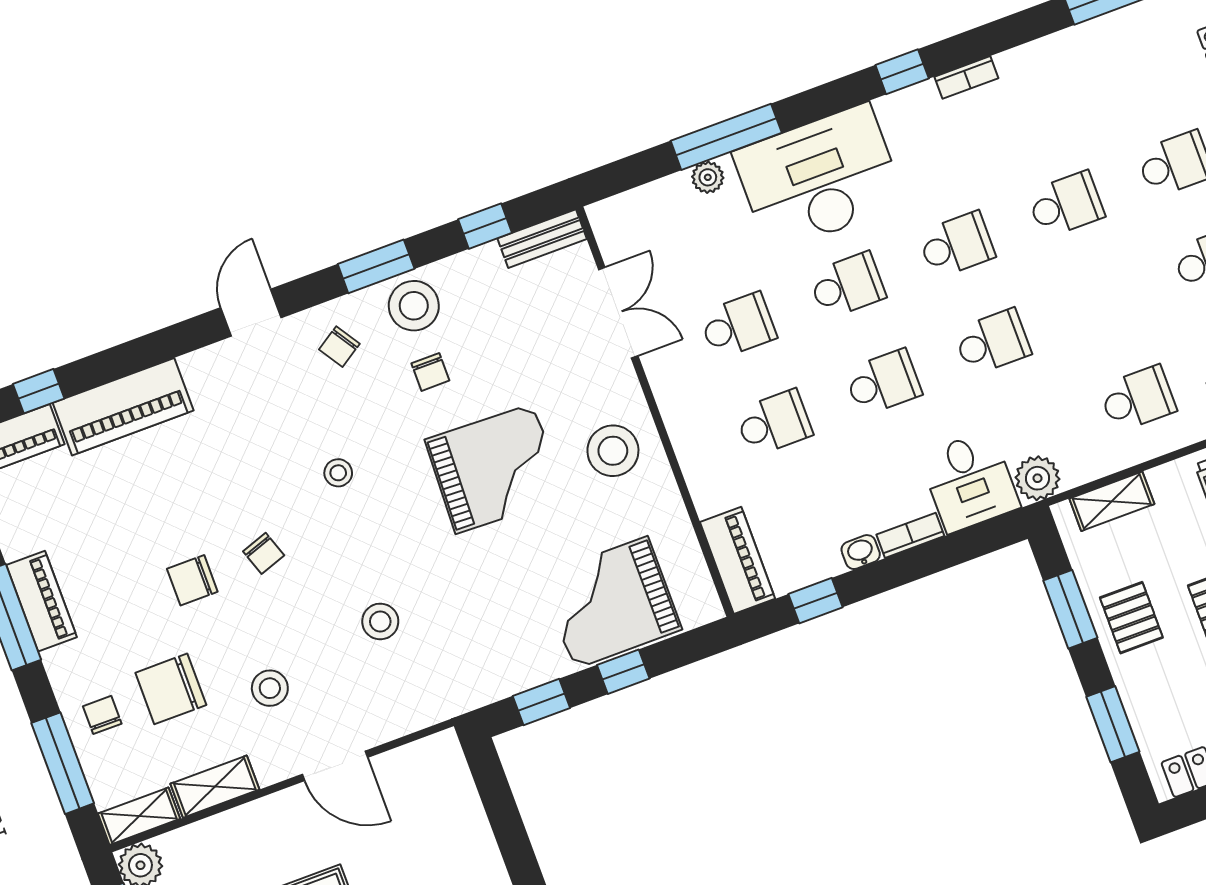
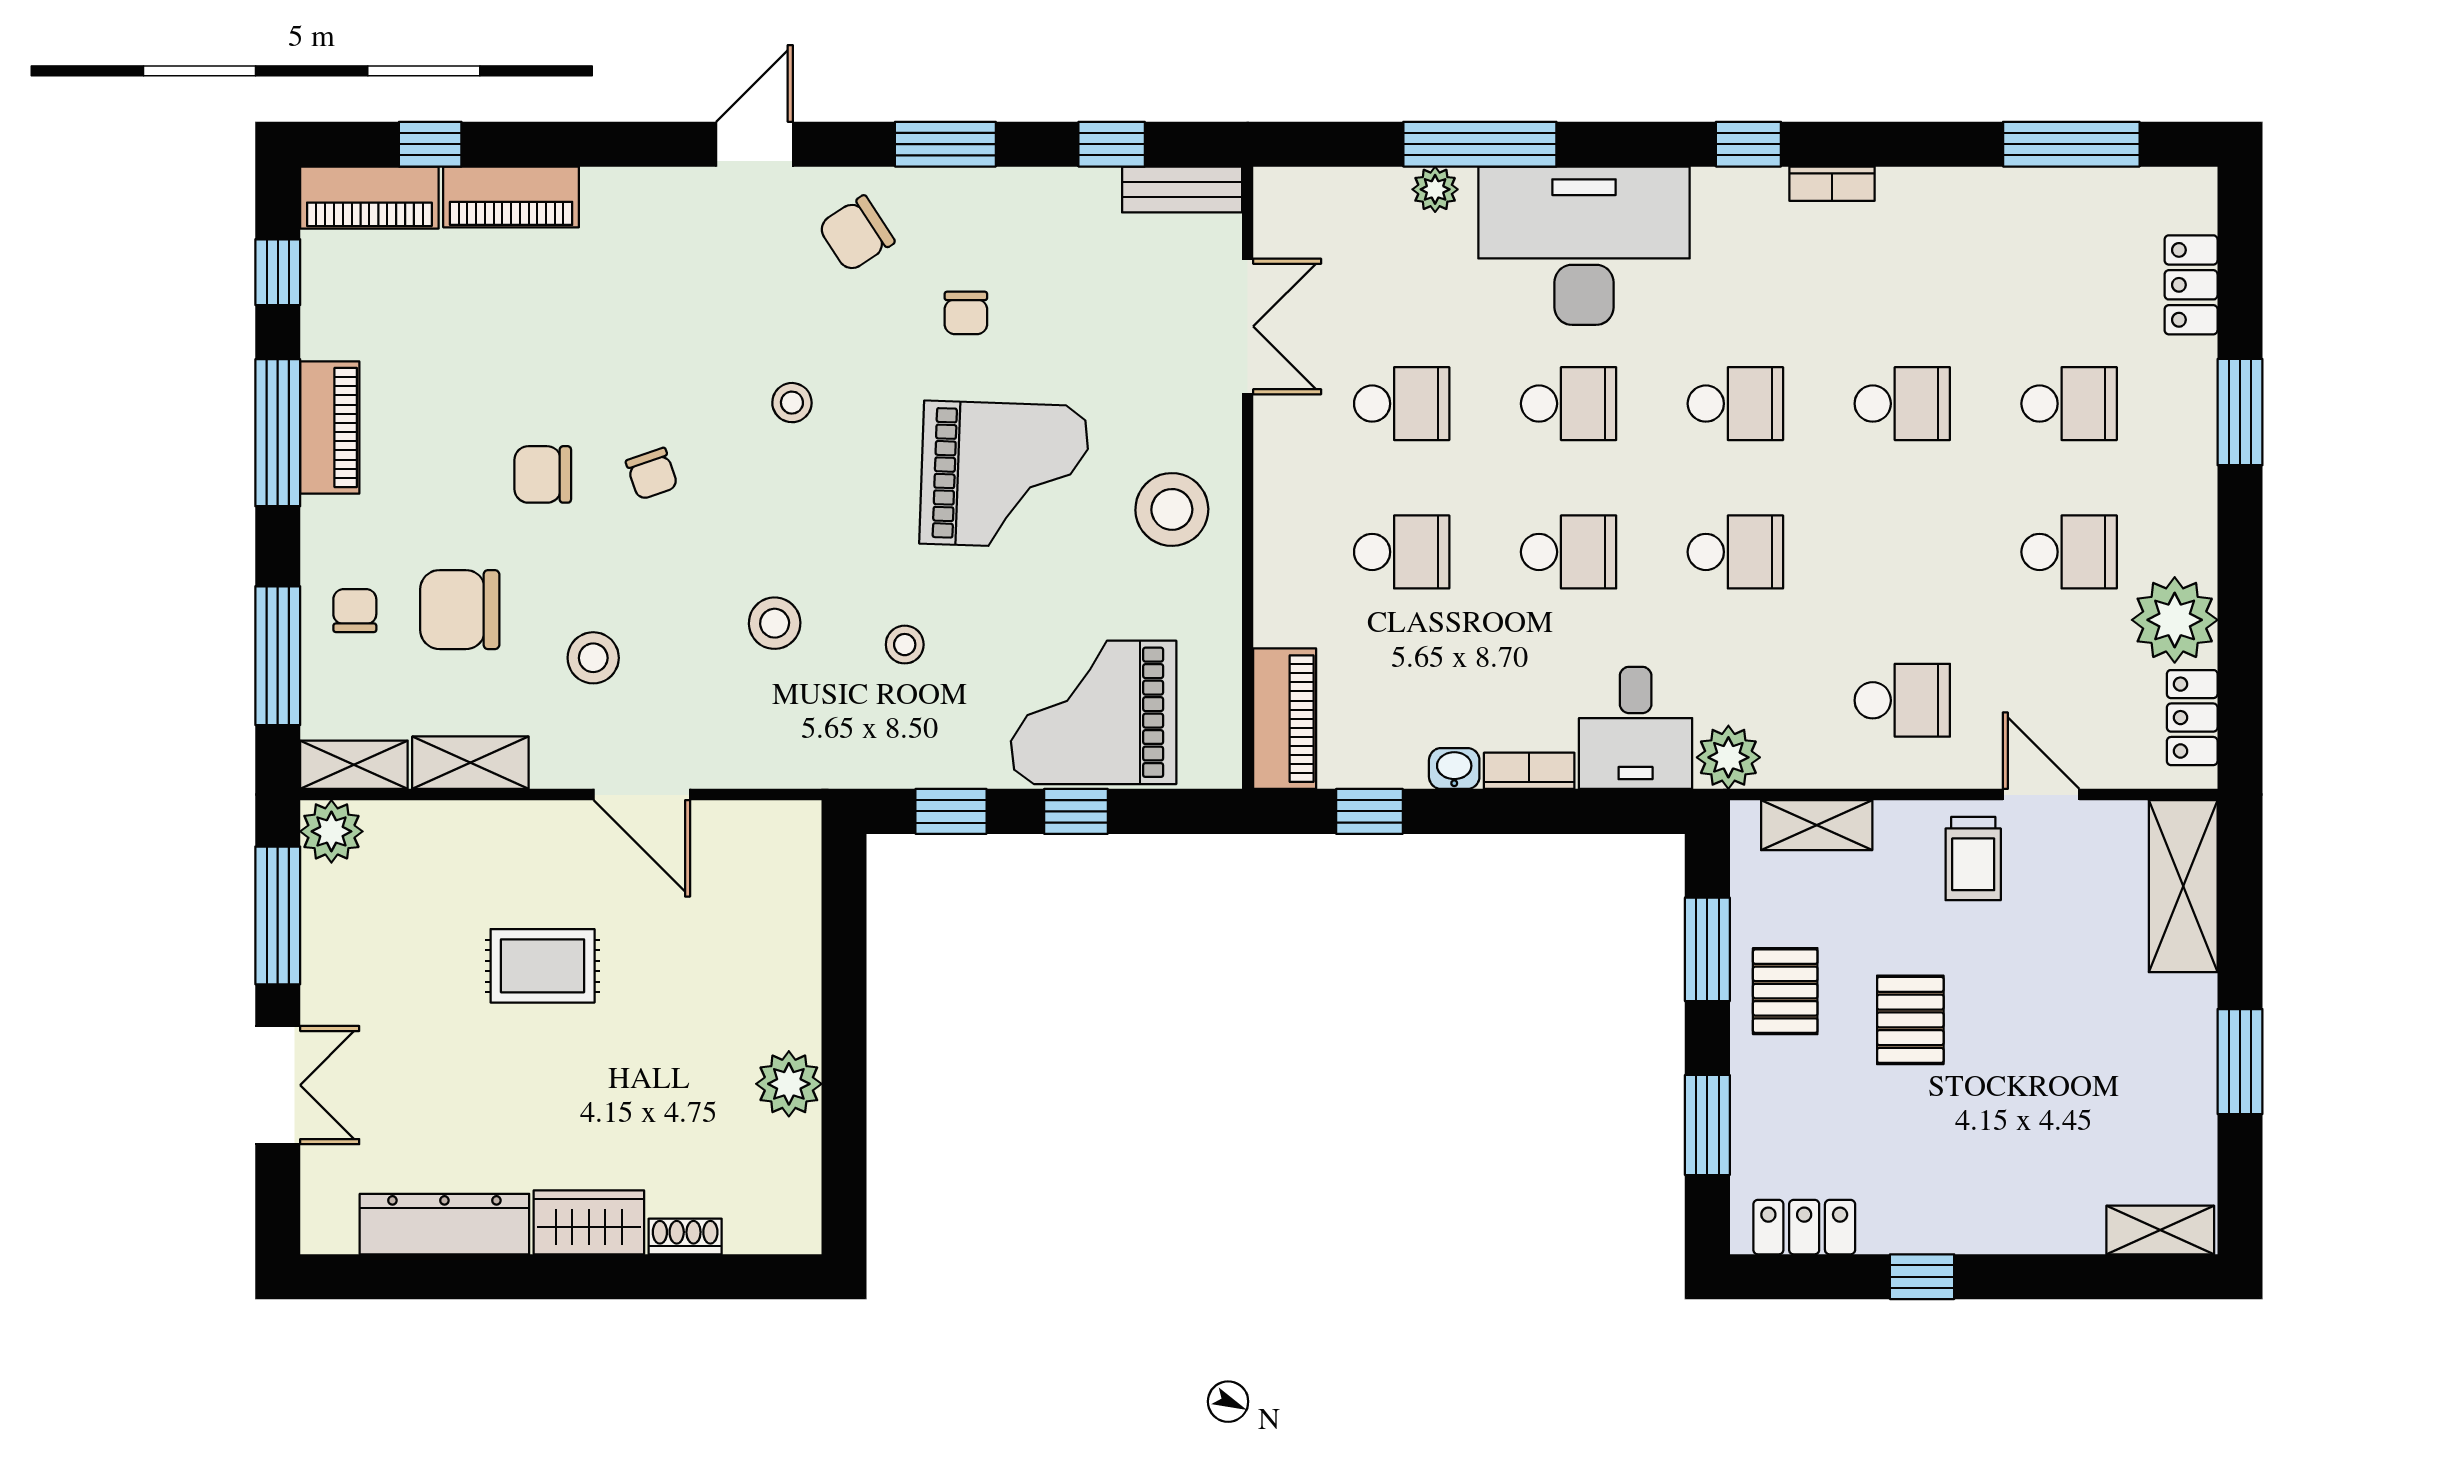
stool: (414, 306) -> (905, 645), moved, width x0.53, depth x0.53
chair: (339, 347) -> (856, 234), width x1.37, depth x1.37
piano: (123, 407) -> (511, 197), width x0.73, depth x0.75

